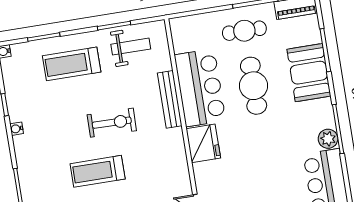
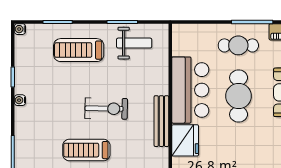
bench: (170, 99) -> (161, 121), moved

